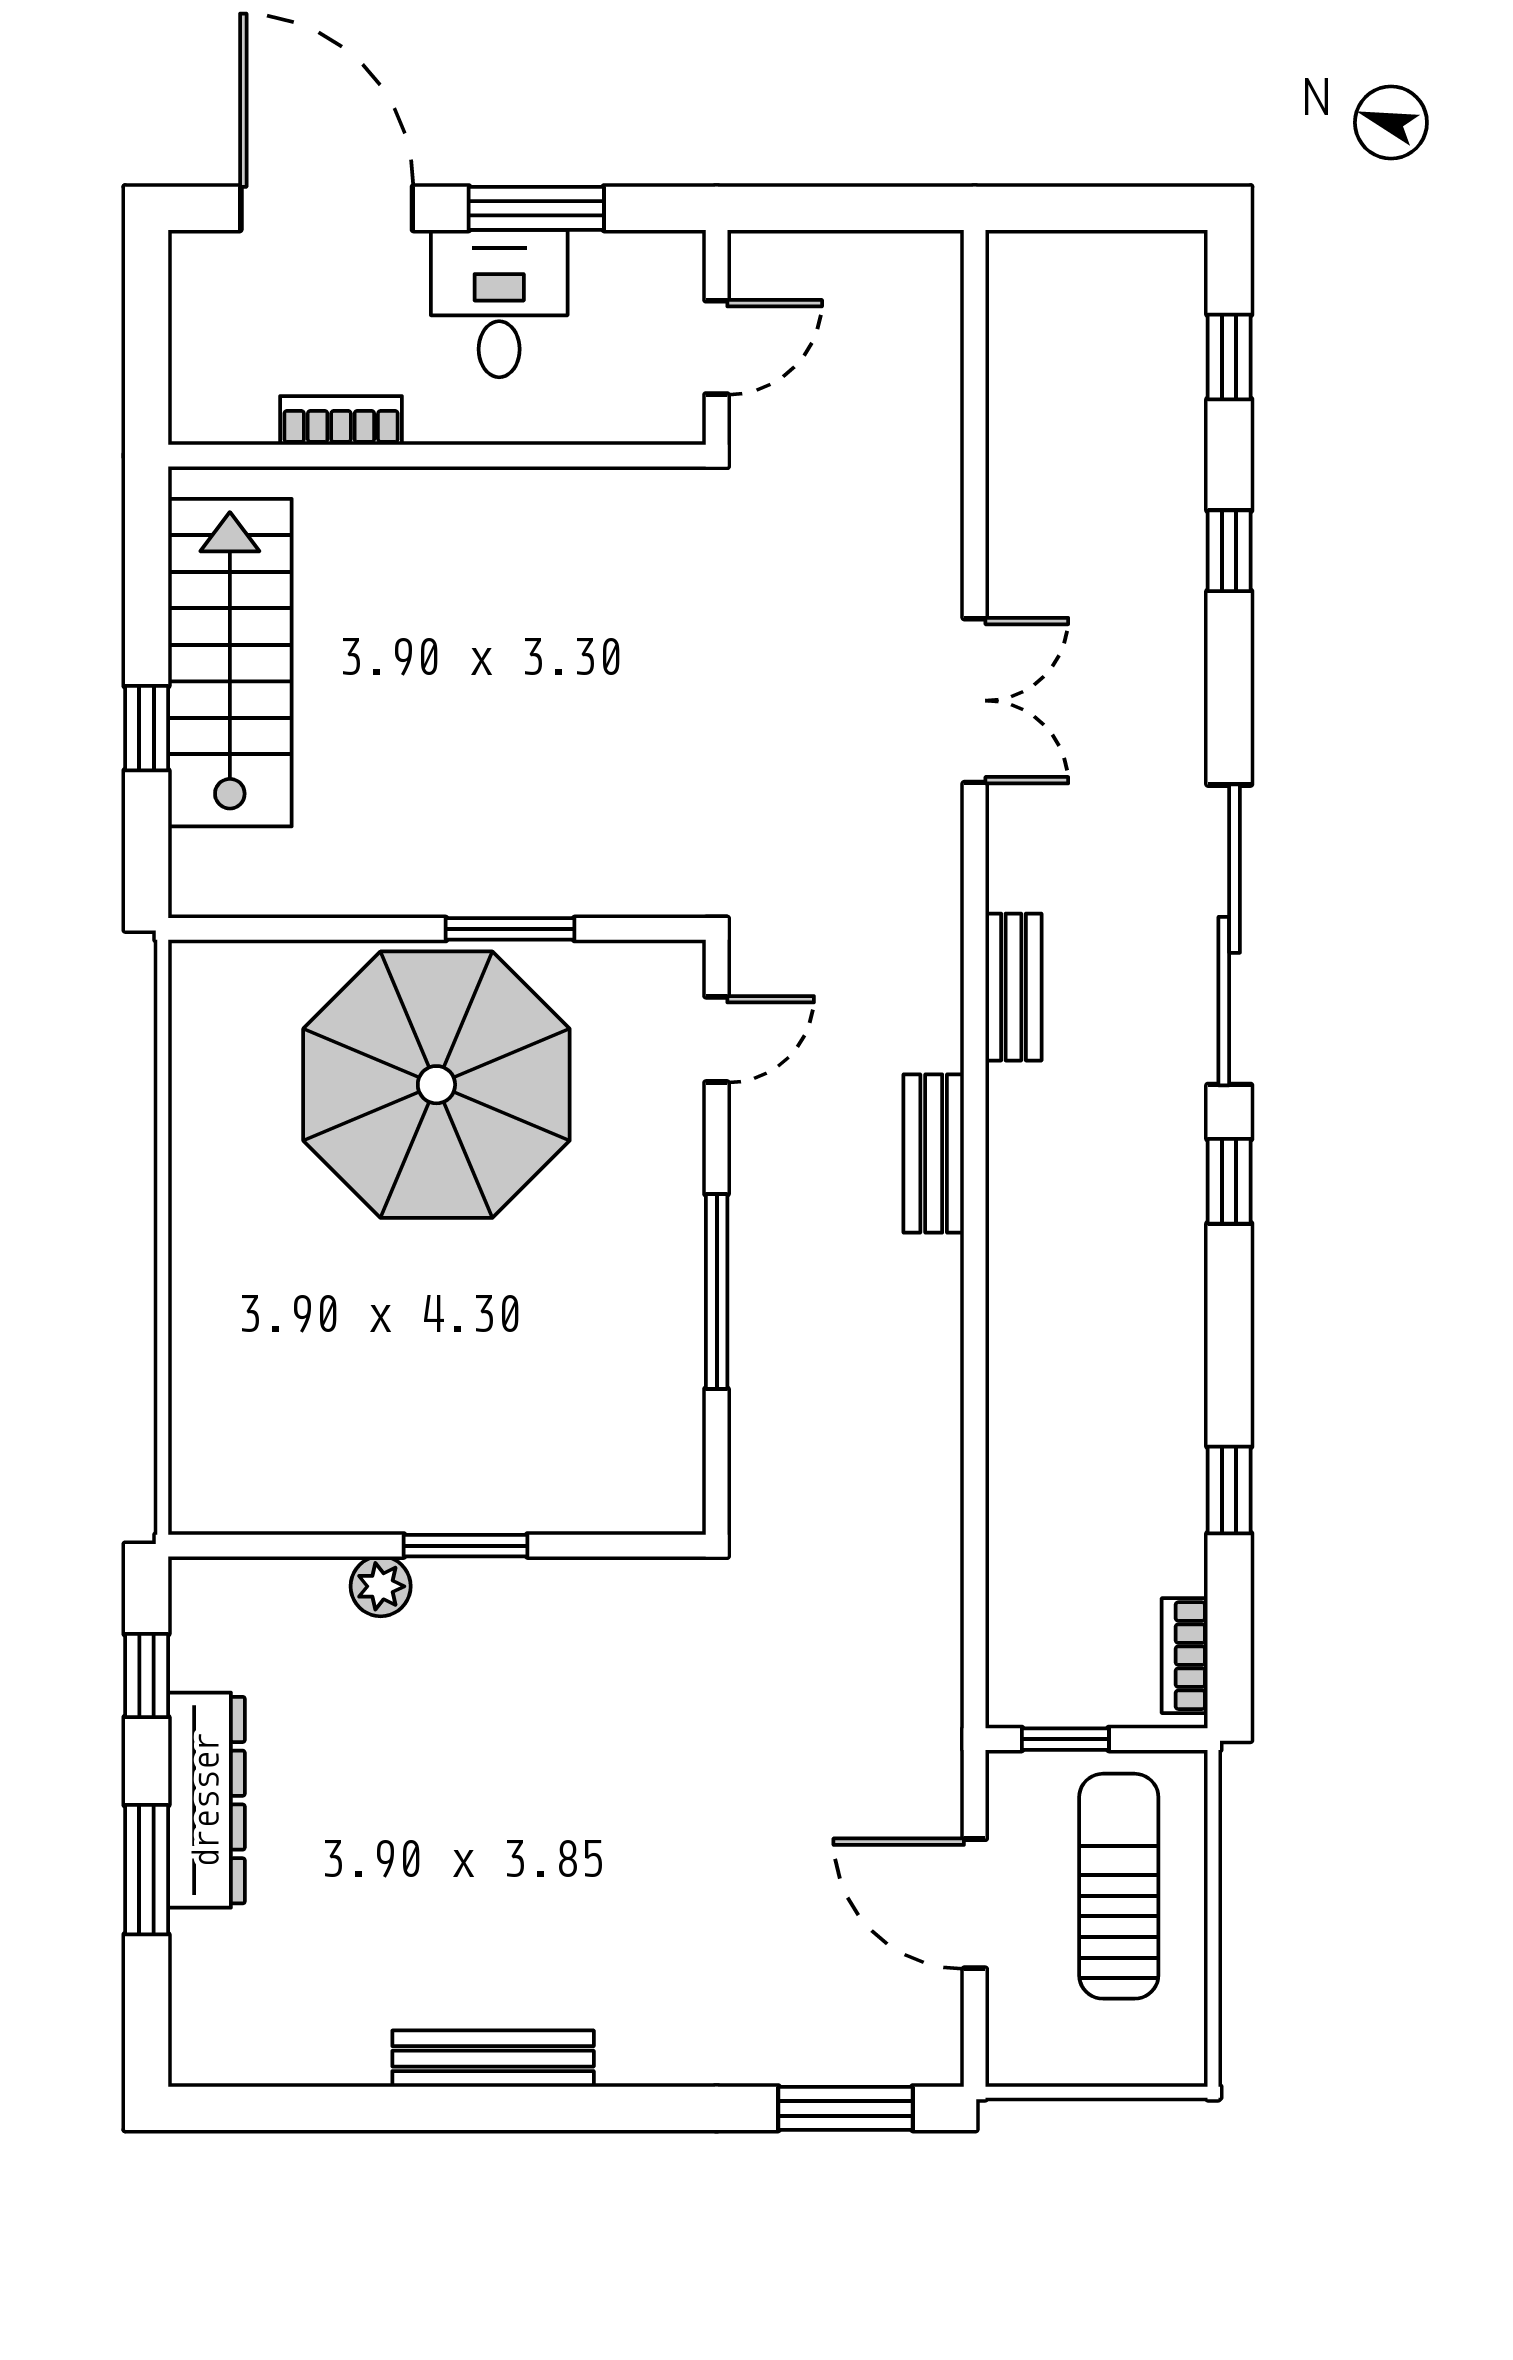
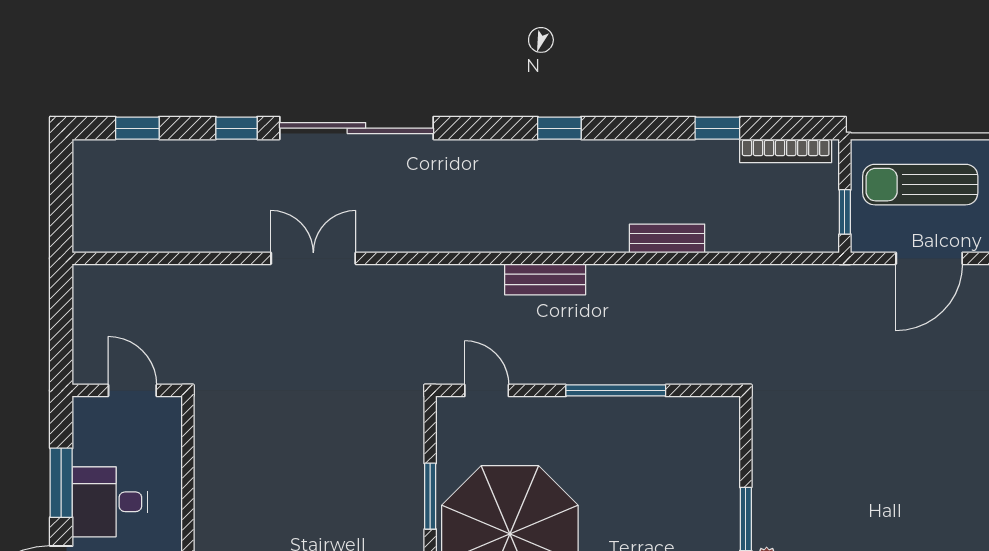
sliding door: (1229, 935) -> (356, 128), moved
bench: (1013, 987) -> (667, 238), moved
bookcase: (1185, 1656) -> (786, 151), width x1.56

